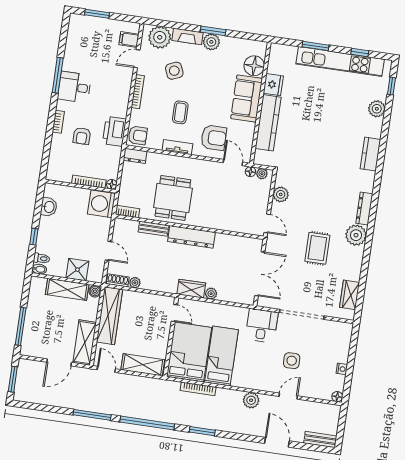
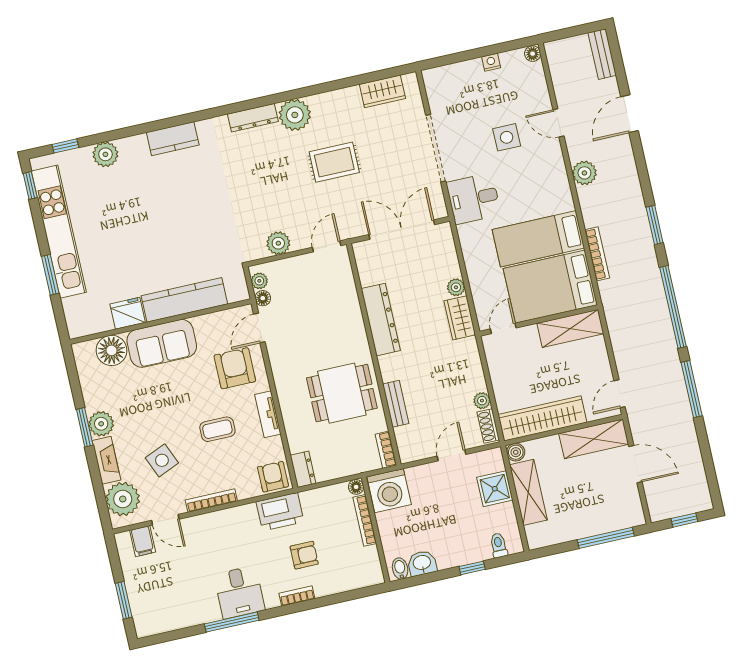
window: (360, 53) -> (30, 185), moved
dresser: (191, 237) -> (381, 320), moved
bidet: (39, 269) -> (400, 569), moved
shelving: (143, 365) -> (570, 328), moved, turned 90
window: (13, 379) -> (684, 520), width x0.67

